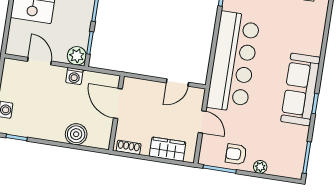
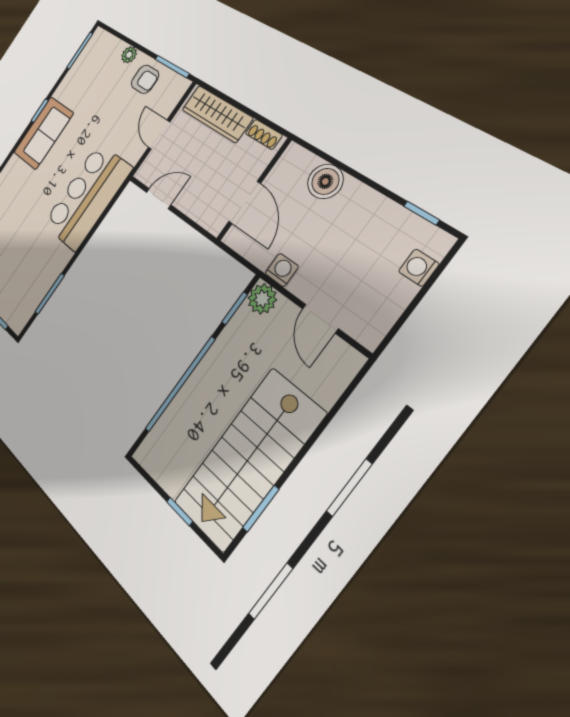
bar counter: (233, 62) -> (87, 197), width x0.73
sofa: (301, 89) -> (43, 133), width x0.73
wardrobe: (167, 149) -> (217, 114), width x1.50

